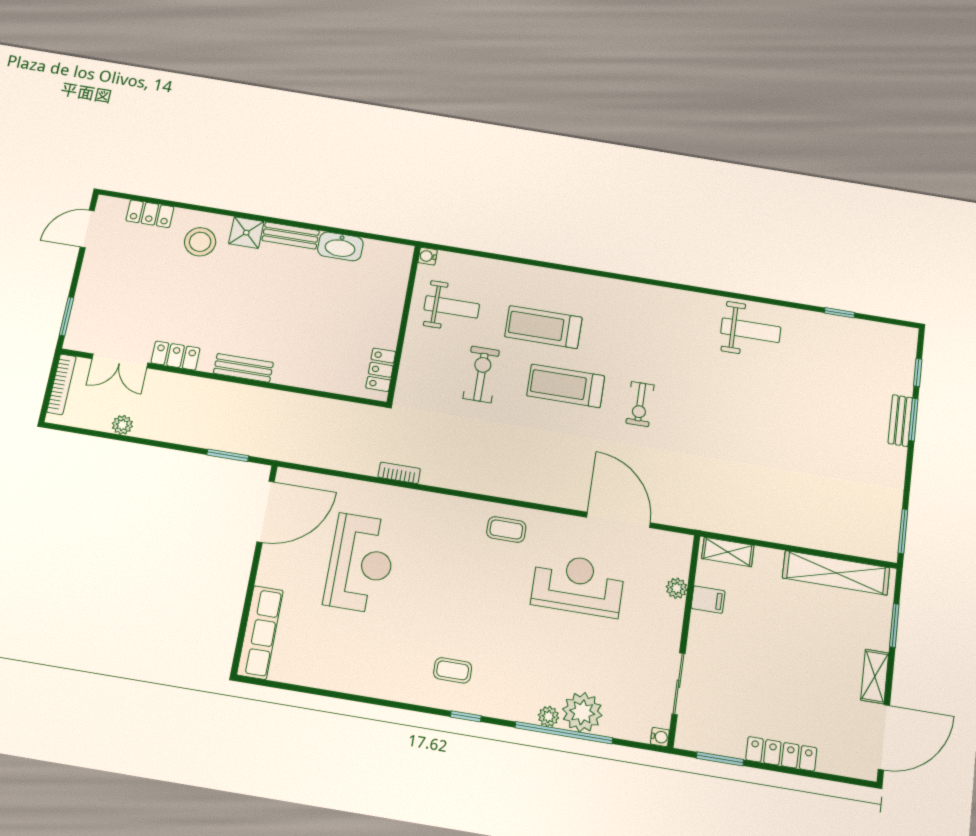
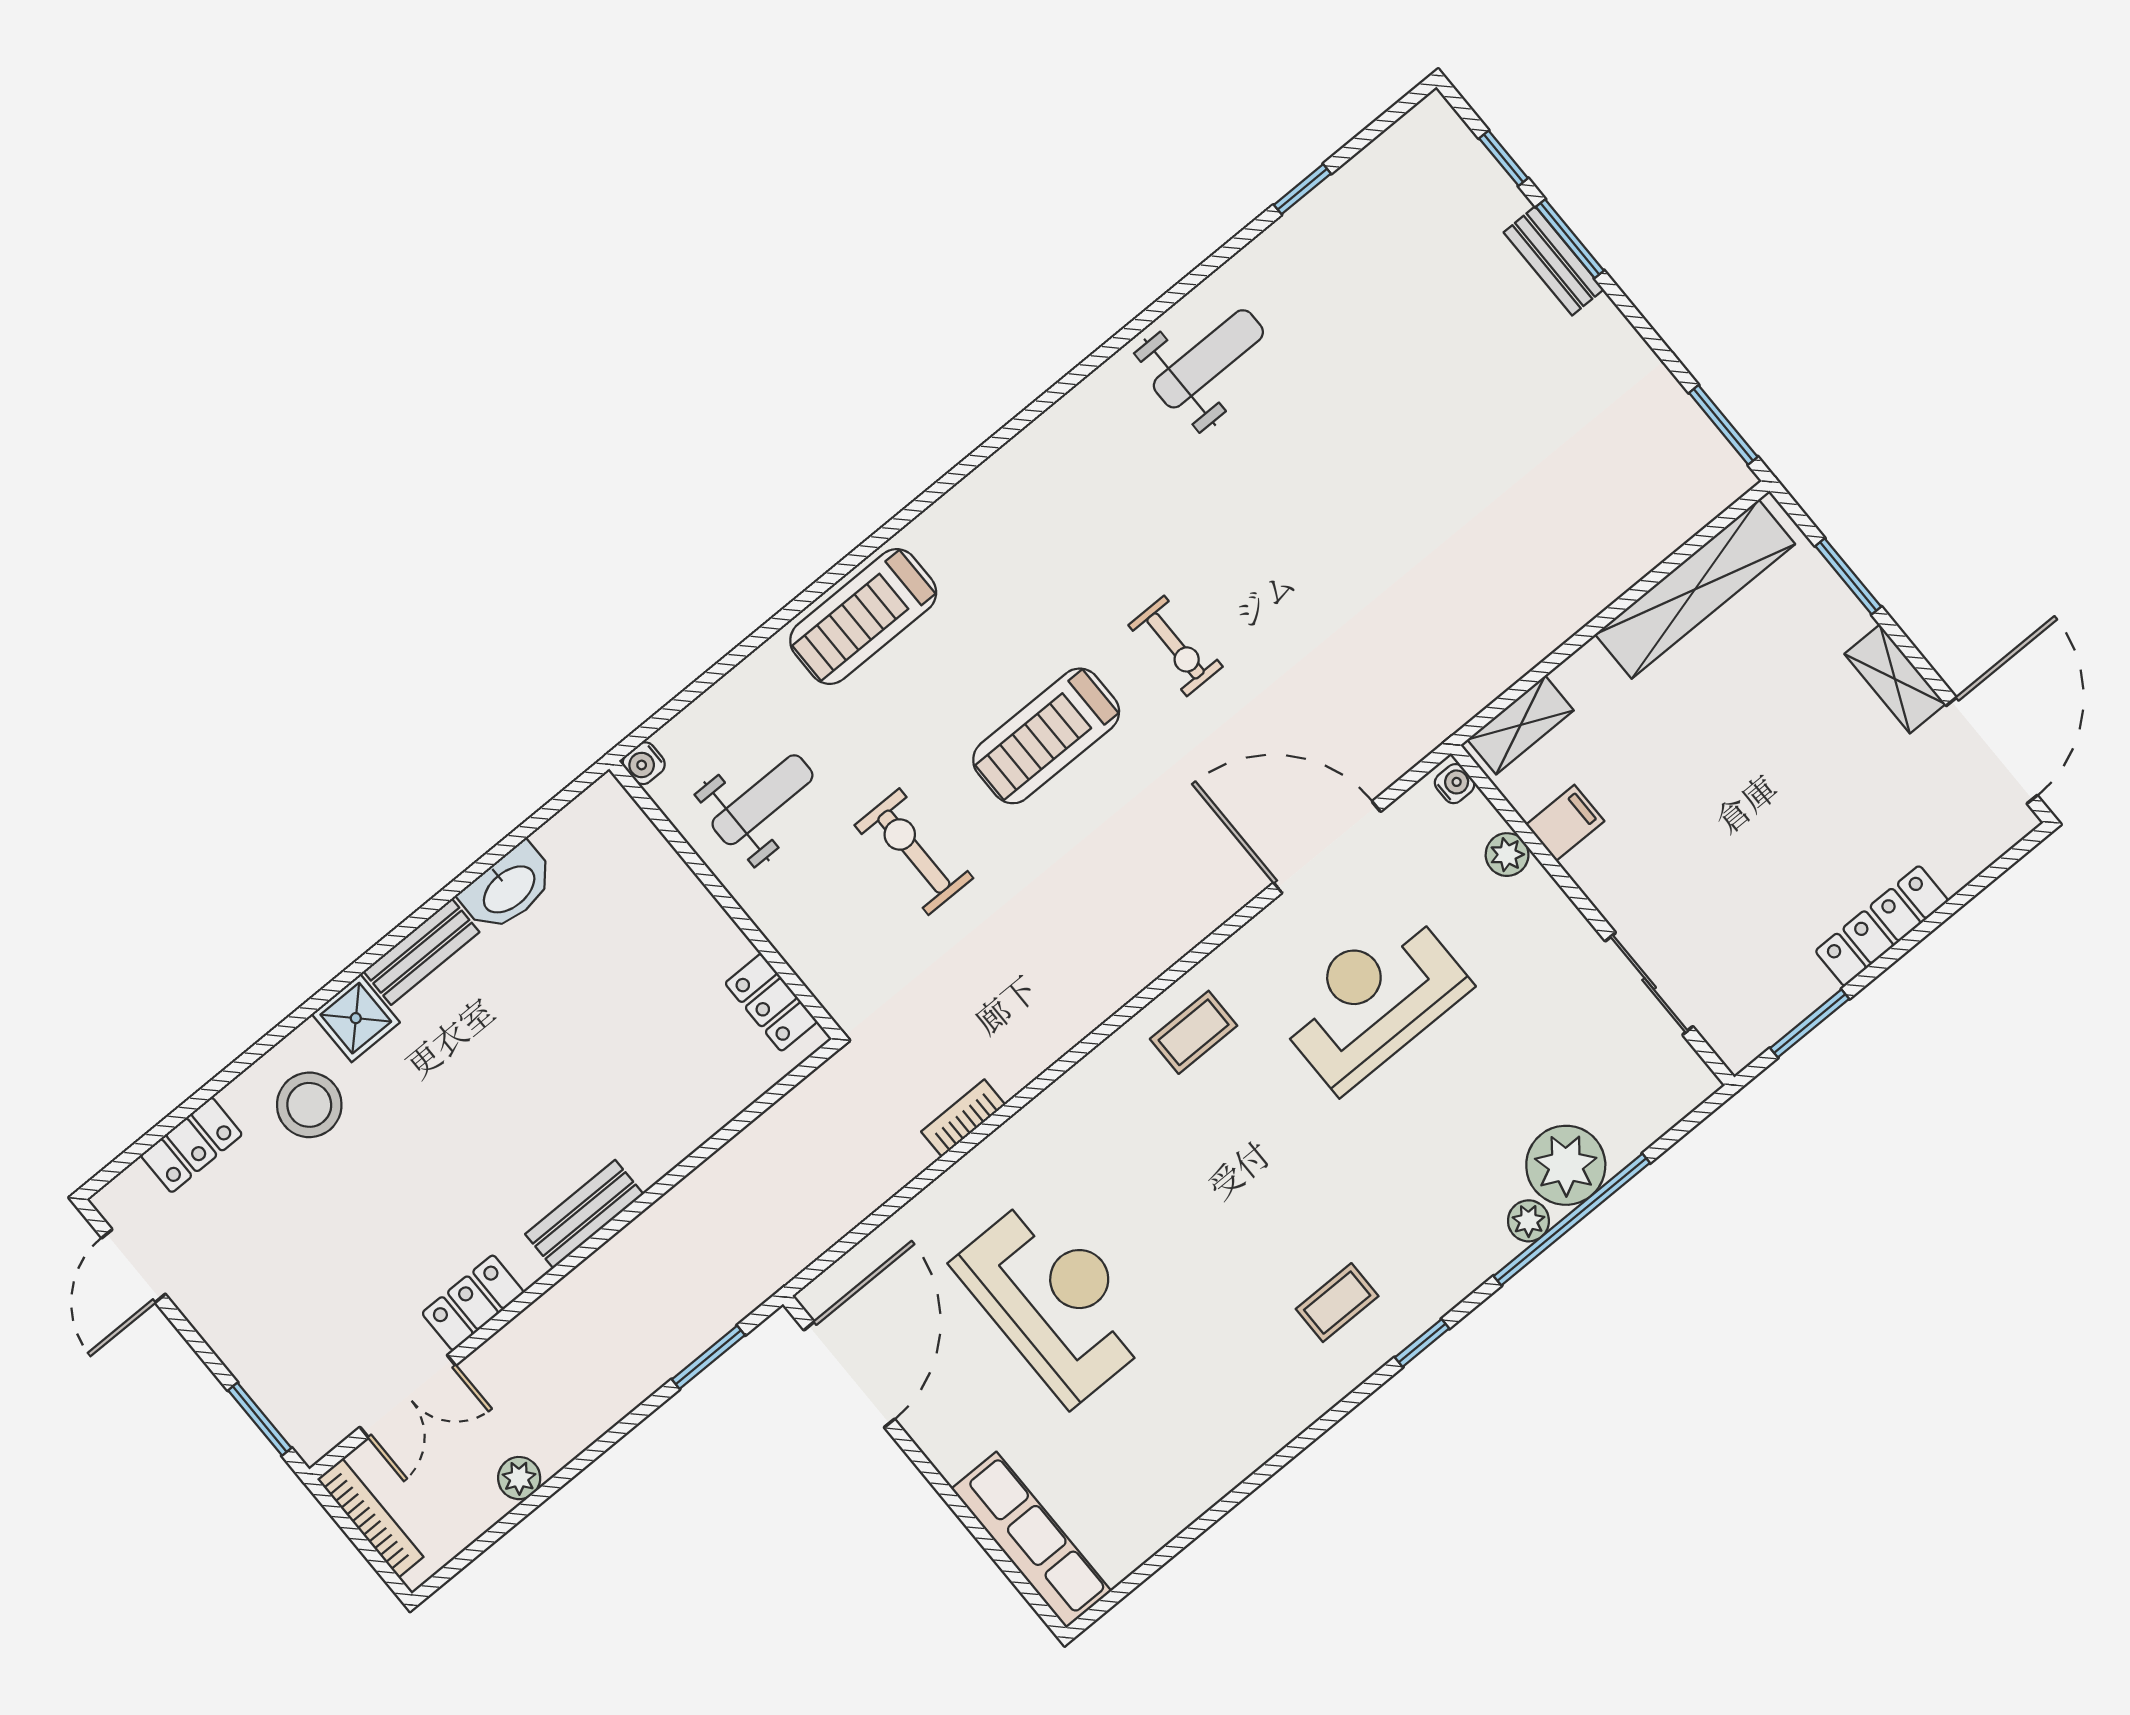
treadmill: (543, 327) -> (863, 616), moved
water cooler: (660, 737) -> (1455, 784), moved

